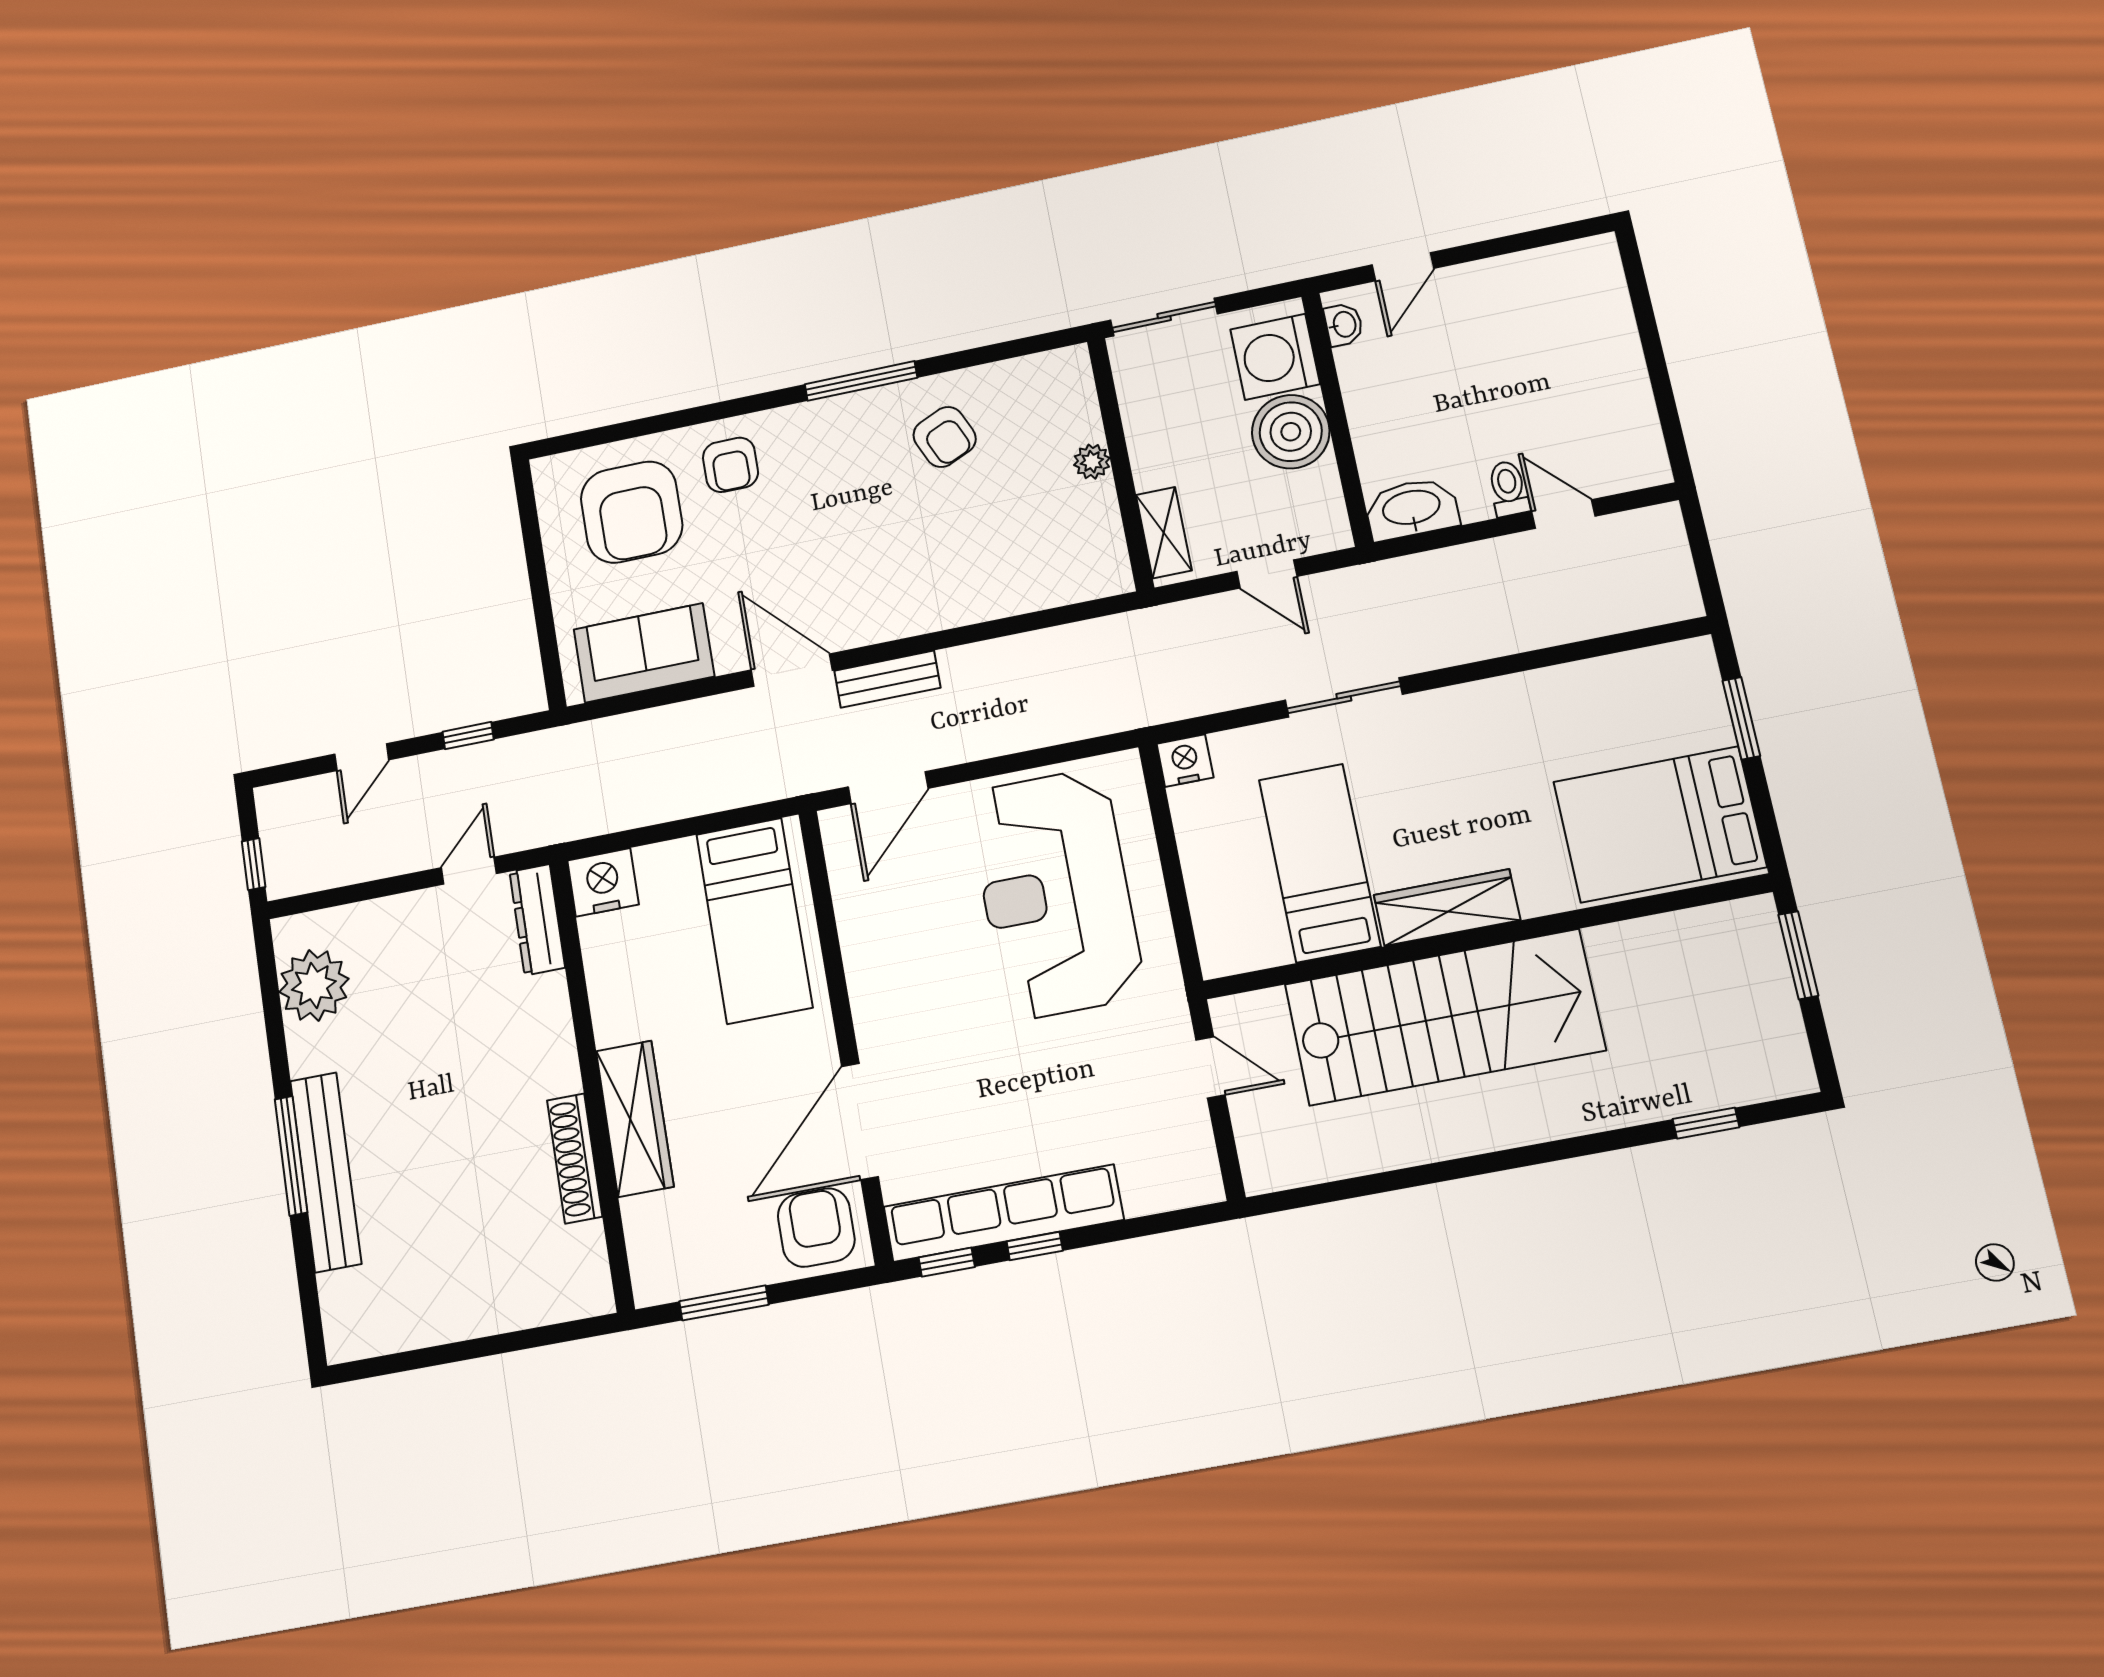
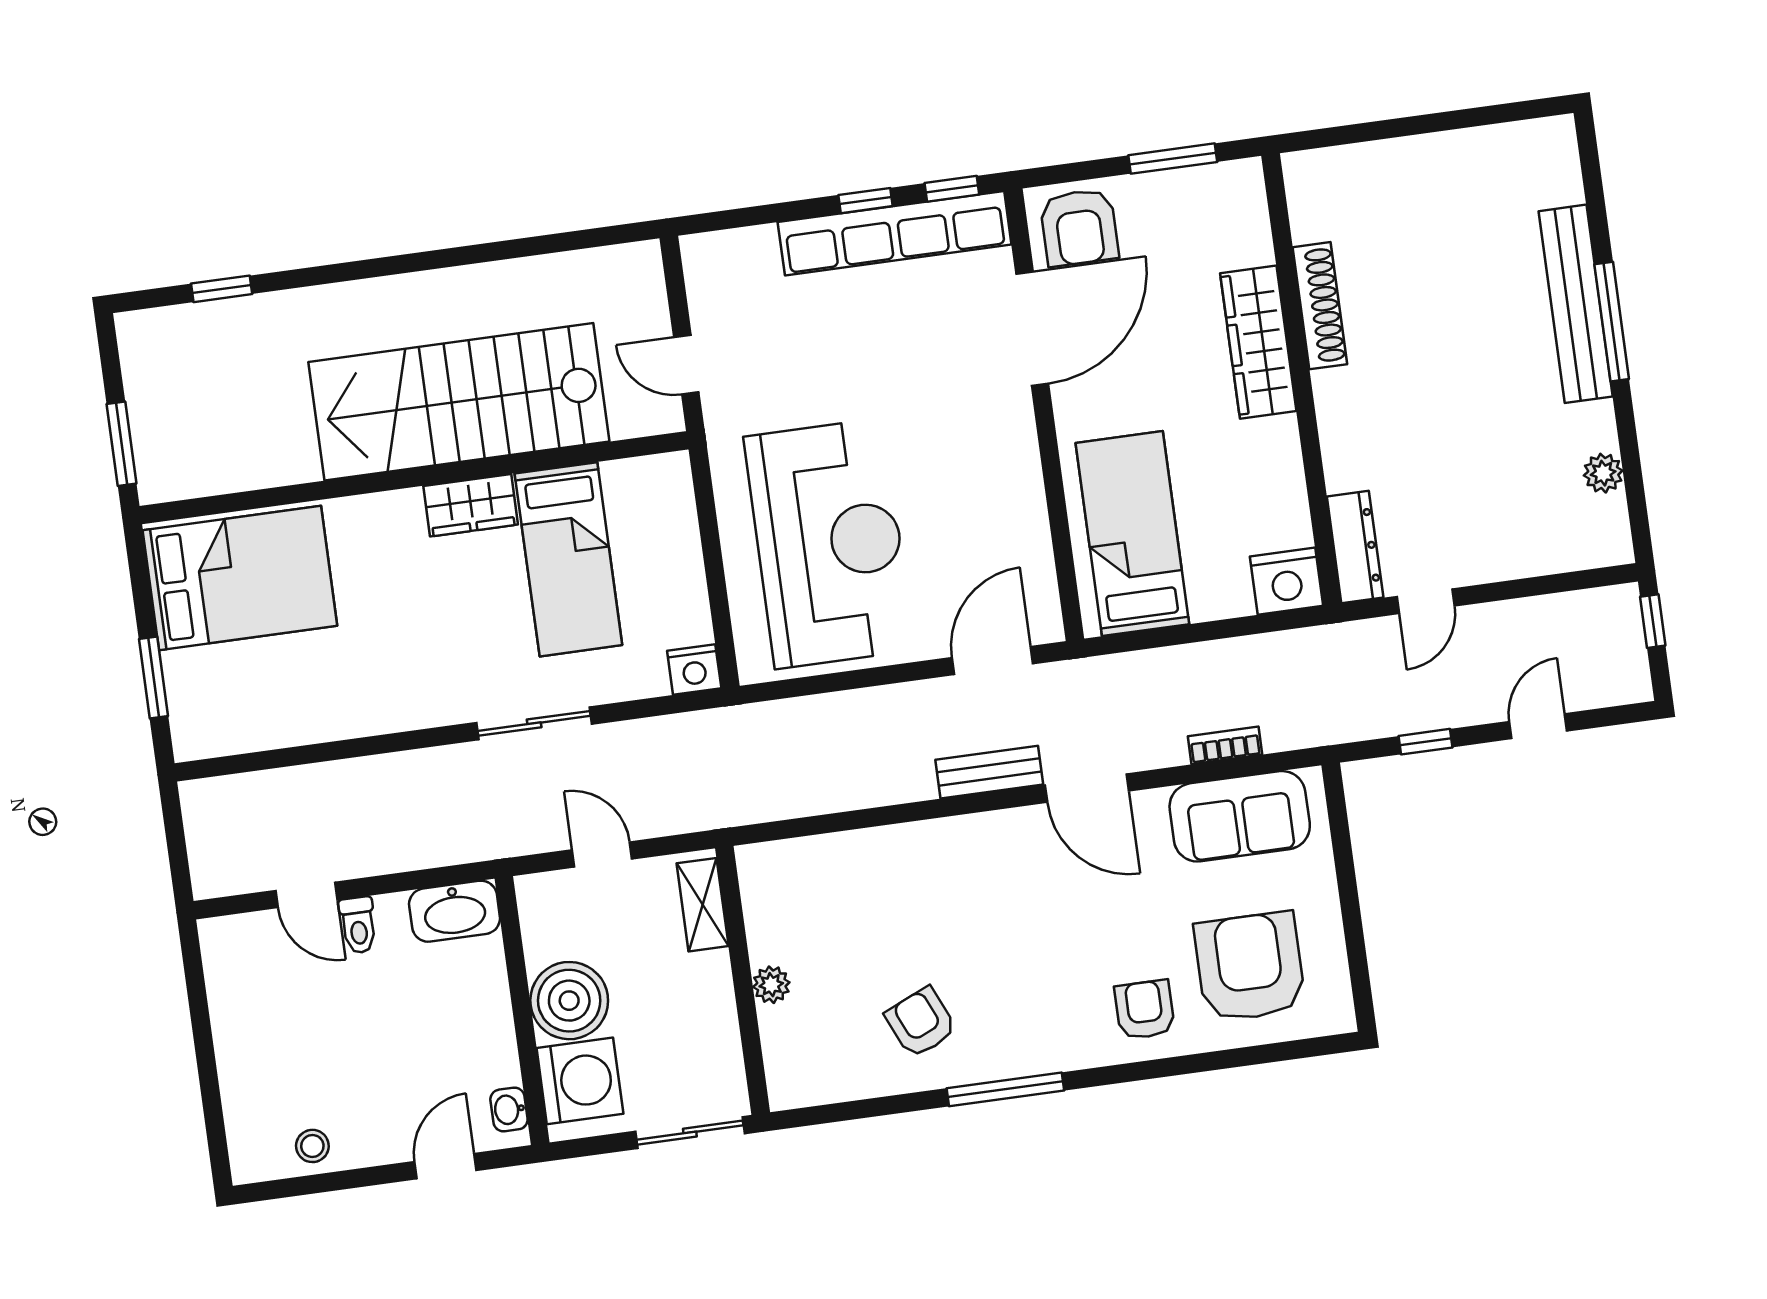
stool: (1537, 275) -> (312, 1146), added
bookcase: (659, 720) -> (1225, 745), added
wardrobe: (1447, 908) -> (471, 505), width x0.67
plant: (314, 985) -> (1603, 473), width x0.53, depth x0.53

